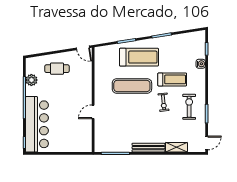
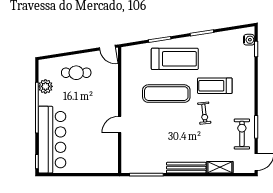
water cooler: (201, 64) -> (249, 40), moved
treadmill: (172, 79) -> (215, 86), turned 180
exercise bike: (189, 107) -> (242, 134), moved

